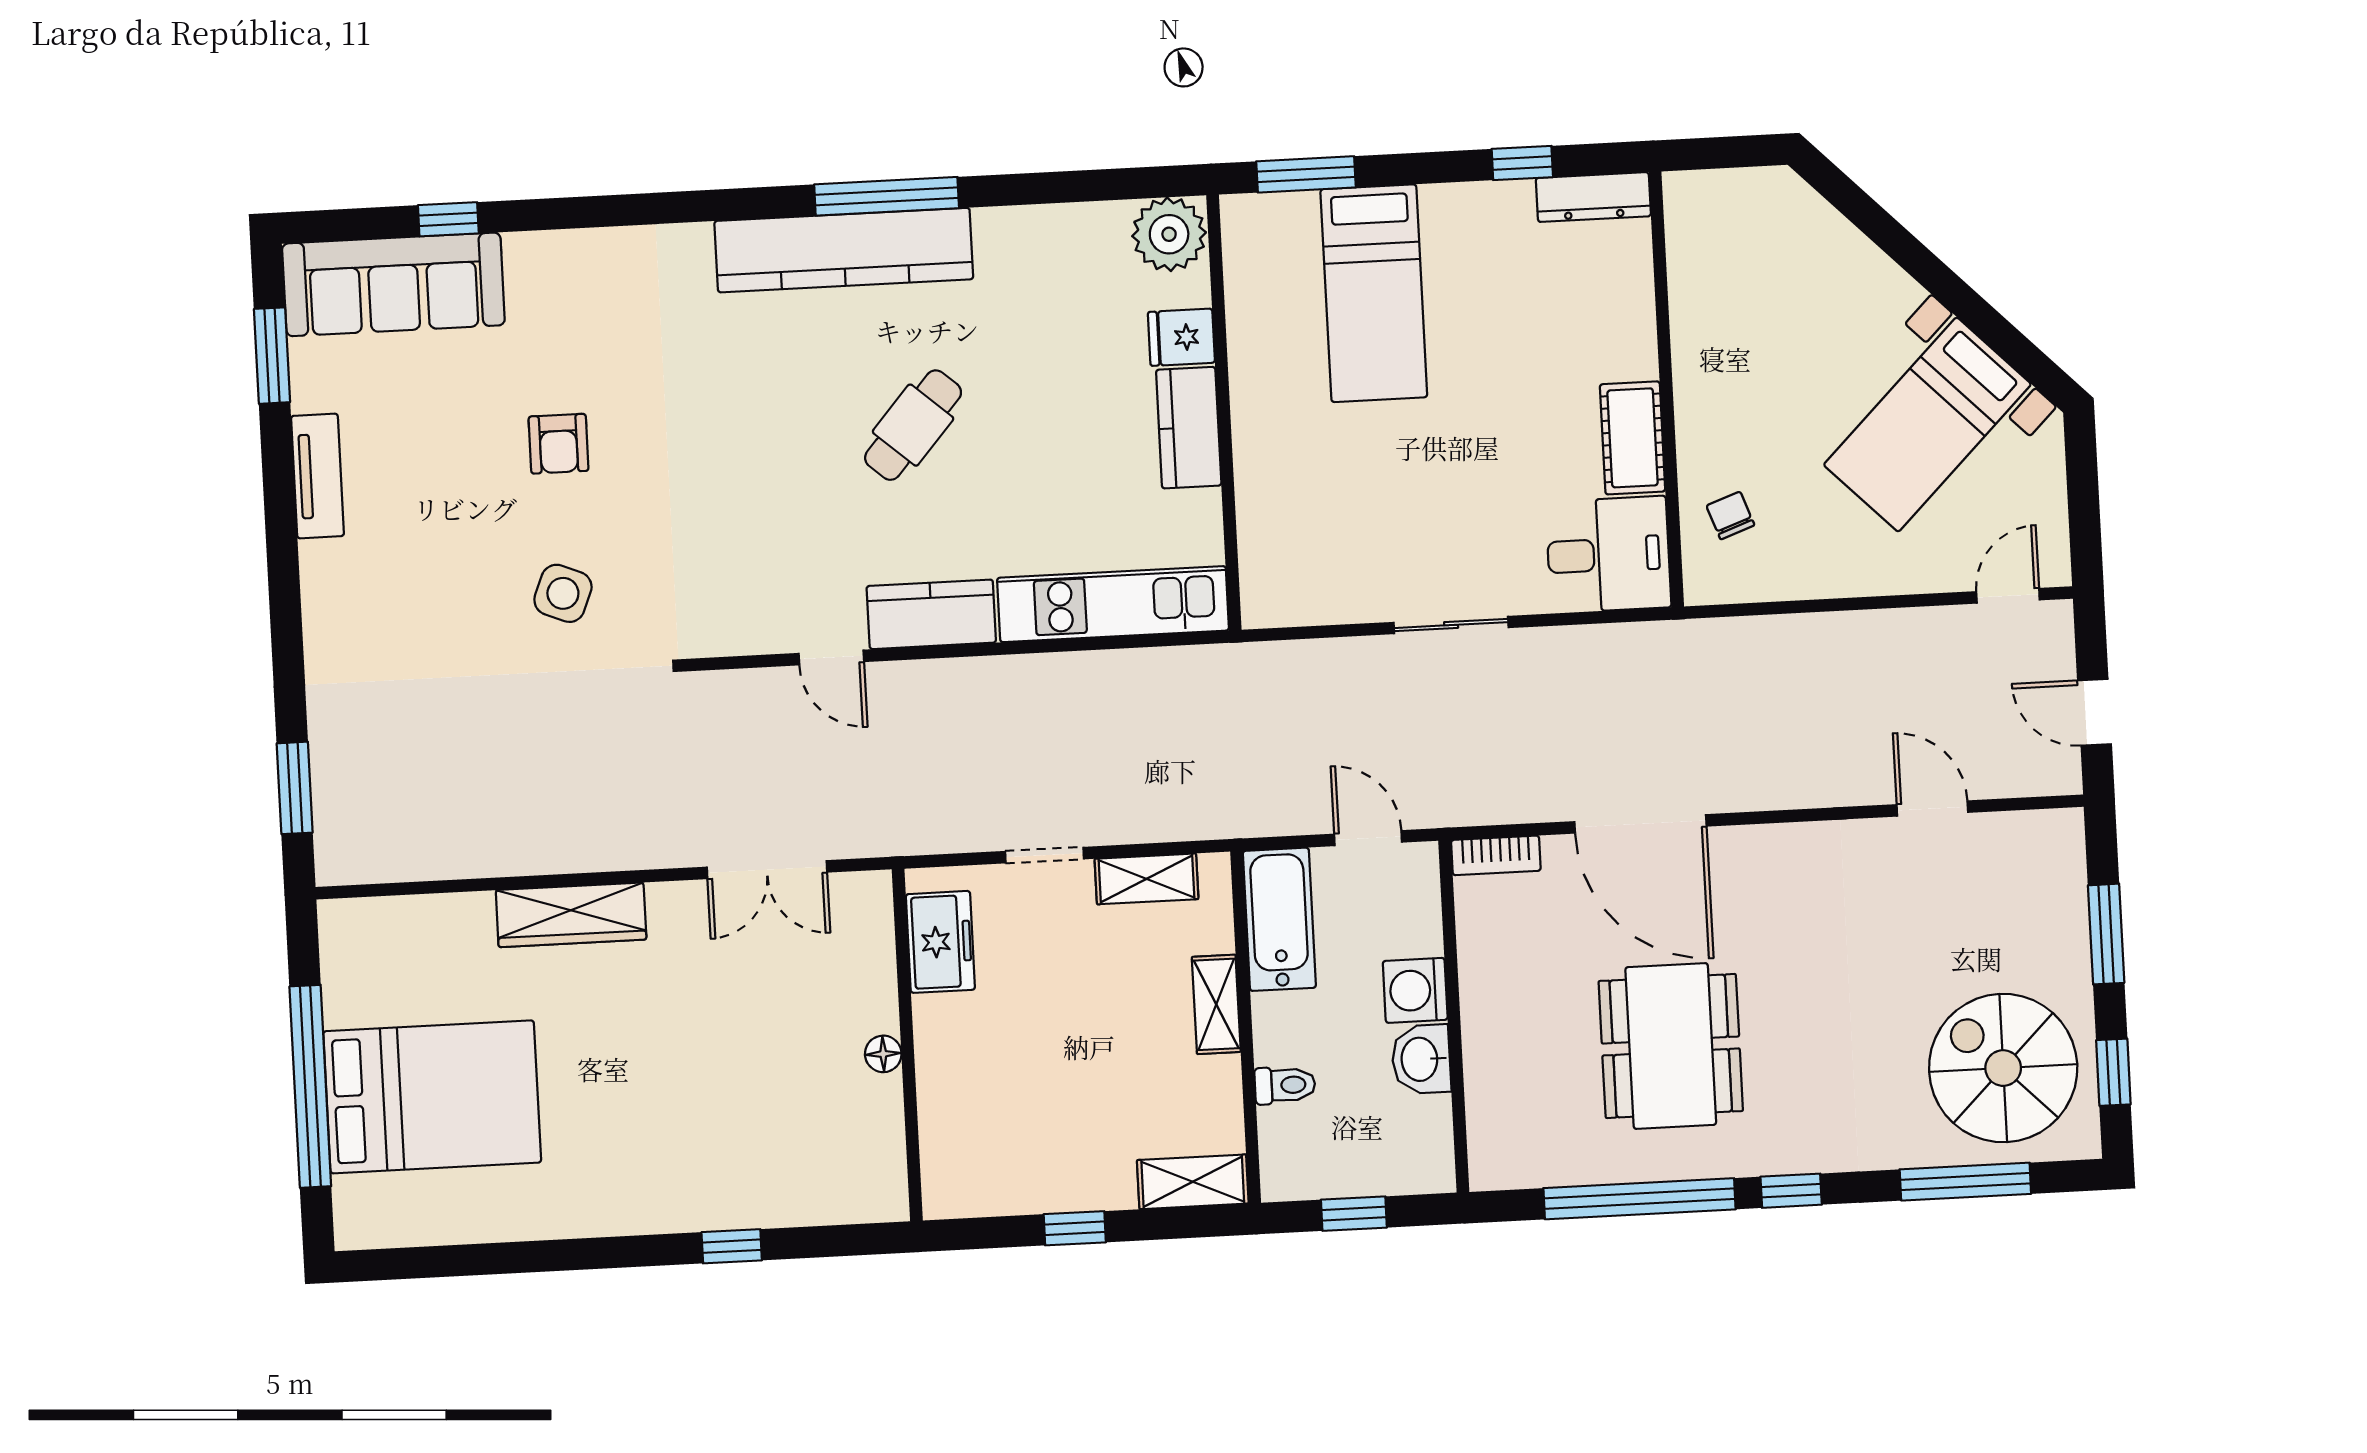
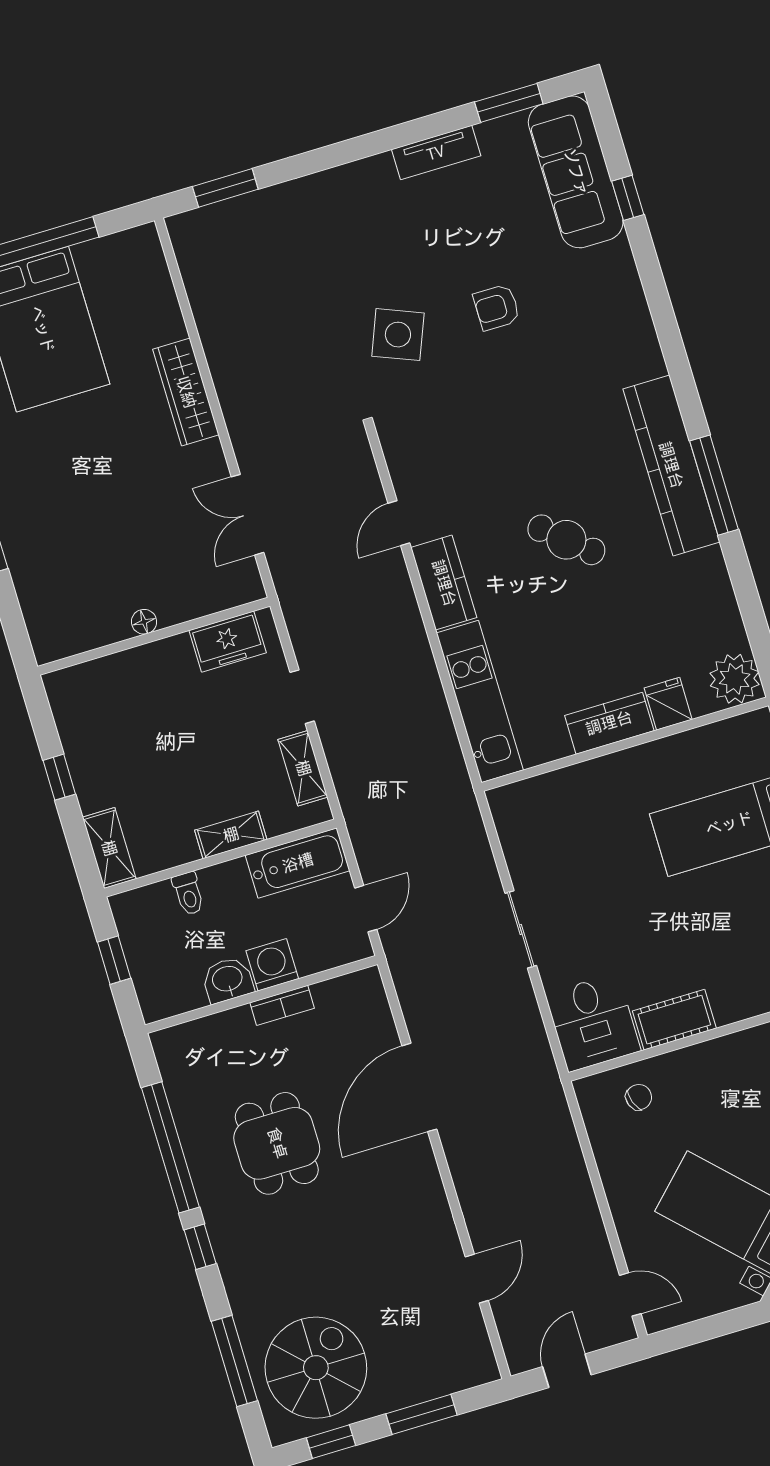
side table: (563, 593) -> (398, 335), width x1.37, depth x1.37
bookcase: (1496, 855) -> (282, 1005), moved, turned -90
dining table: (1671, 1046) -> (277, 1143), width x0.73

